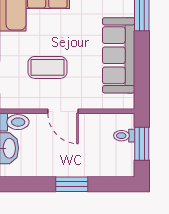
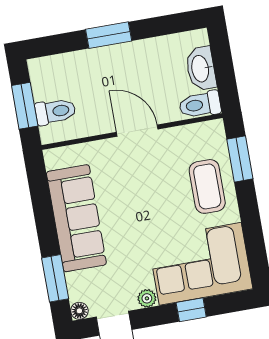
coffee table: (48, 67) -> (207, 186), moved, turned 90
toilet: (124, 136) -> (55, 112), width x1.37, depth x1.39

